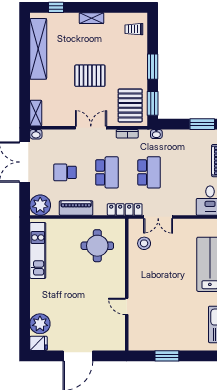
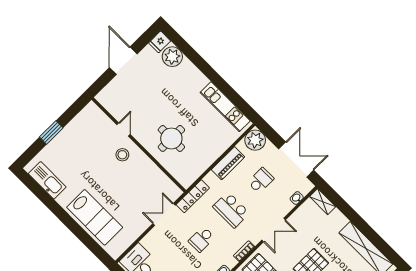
washbasin: (36, 134) -> (297, 198), moved
school desk: (149, 172) -> (202, 239), width x0.54
stool: (144, 243) -> (122, 155), moved
round table: (97, 246) -> (171, 138), moved
door: (127, 306) -> (123, 130), hinge flipped
window: (167, 356) -> (51, 132), moved

